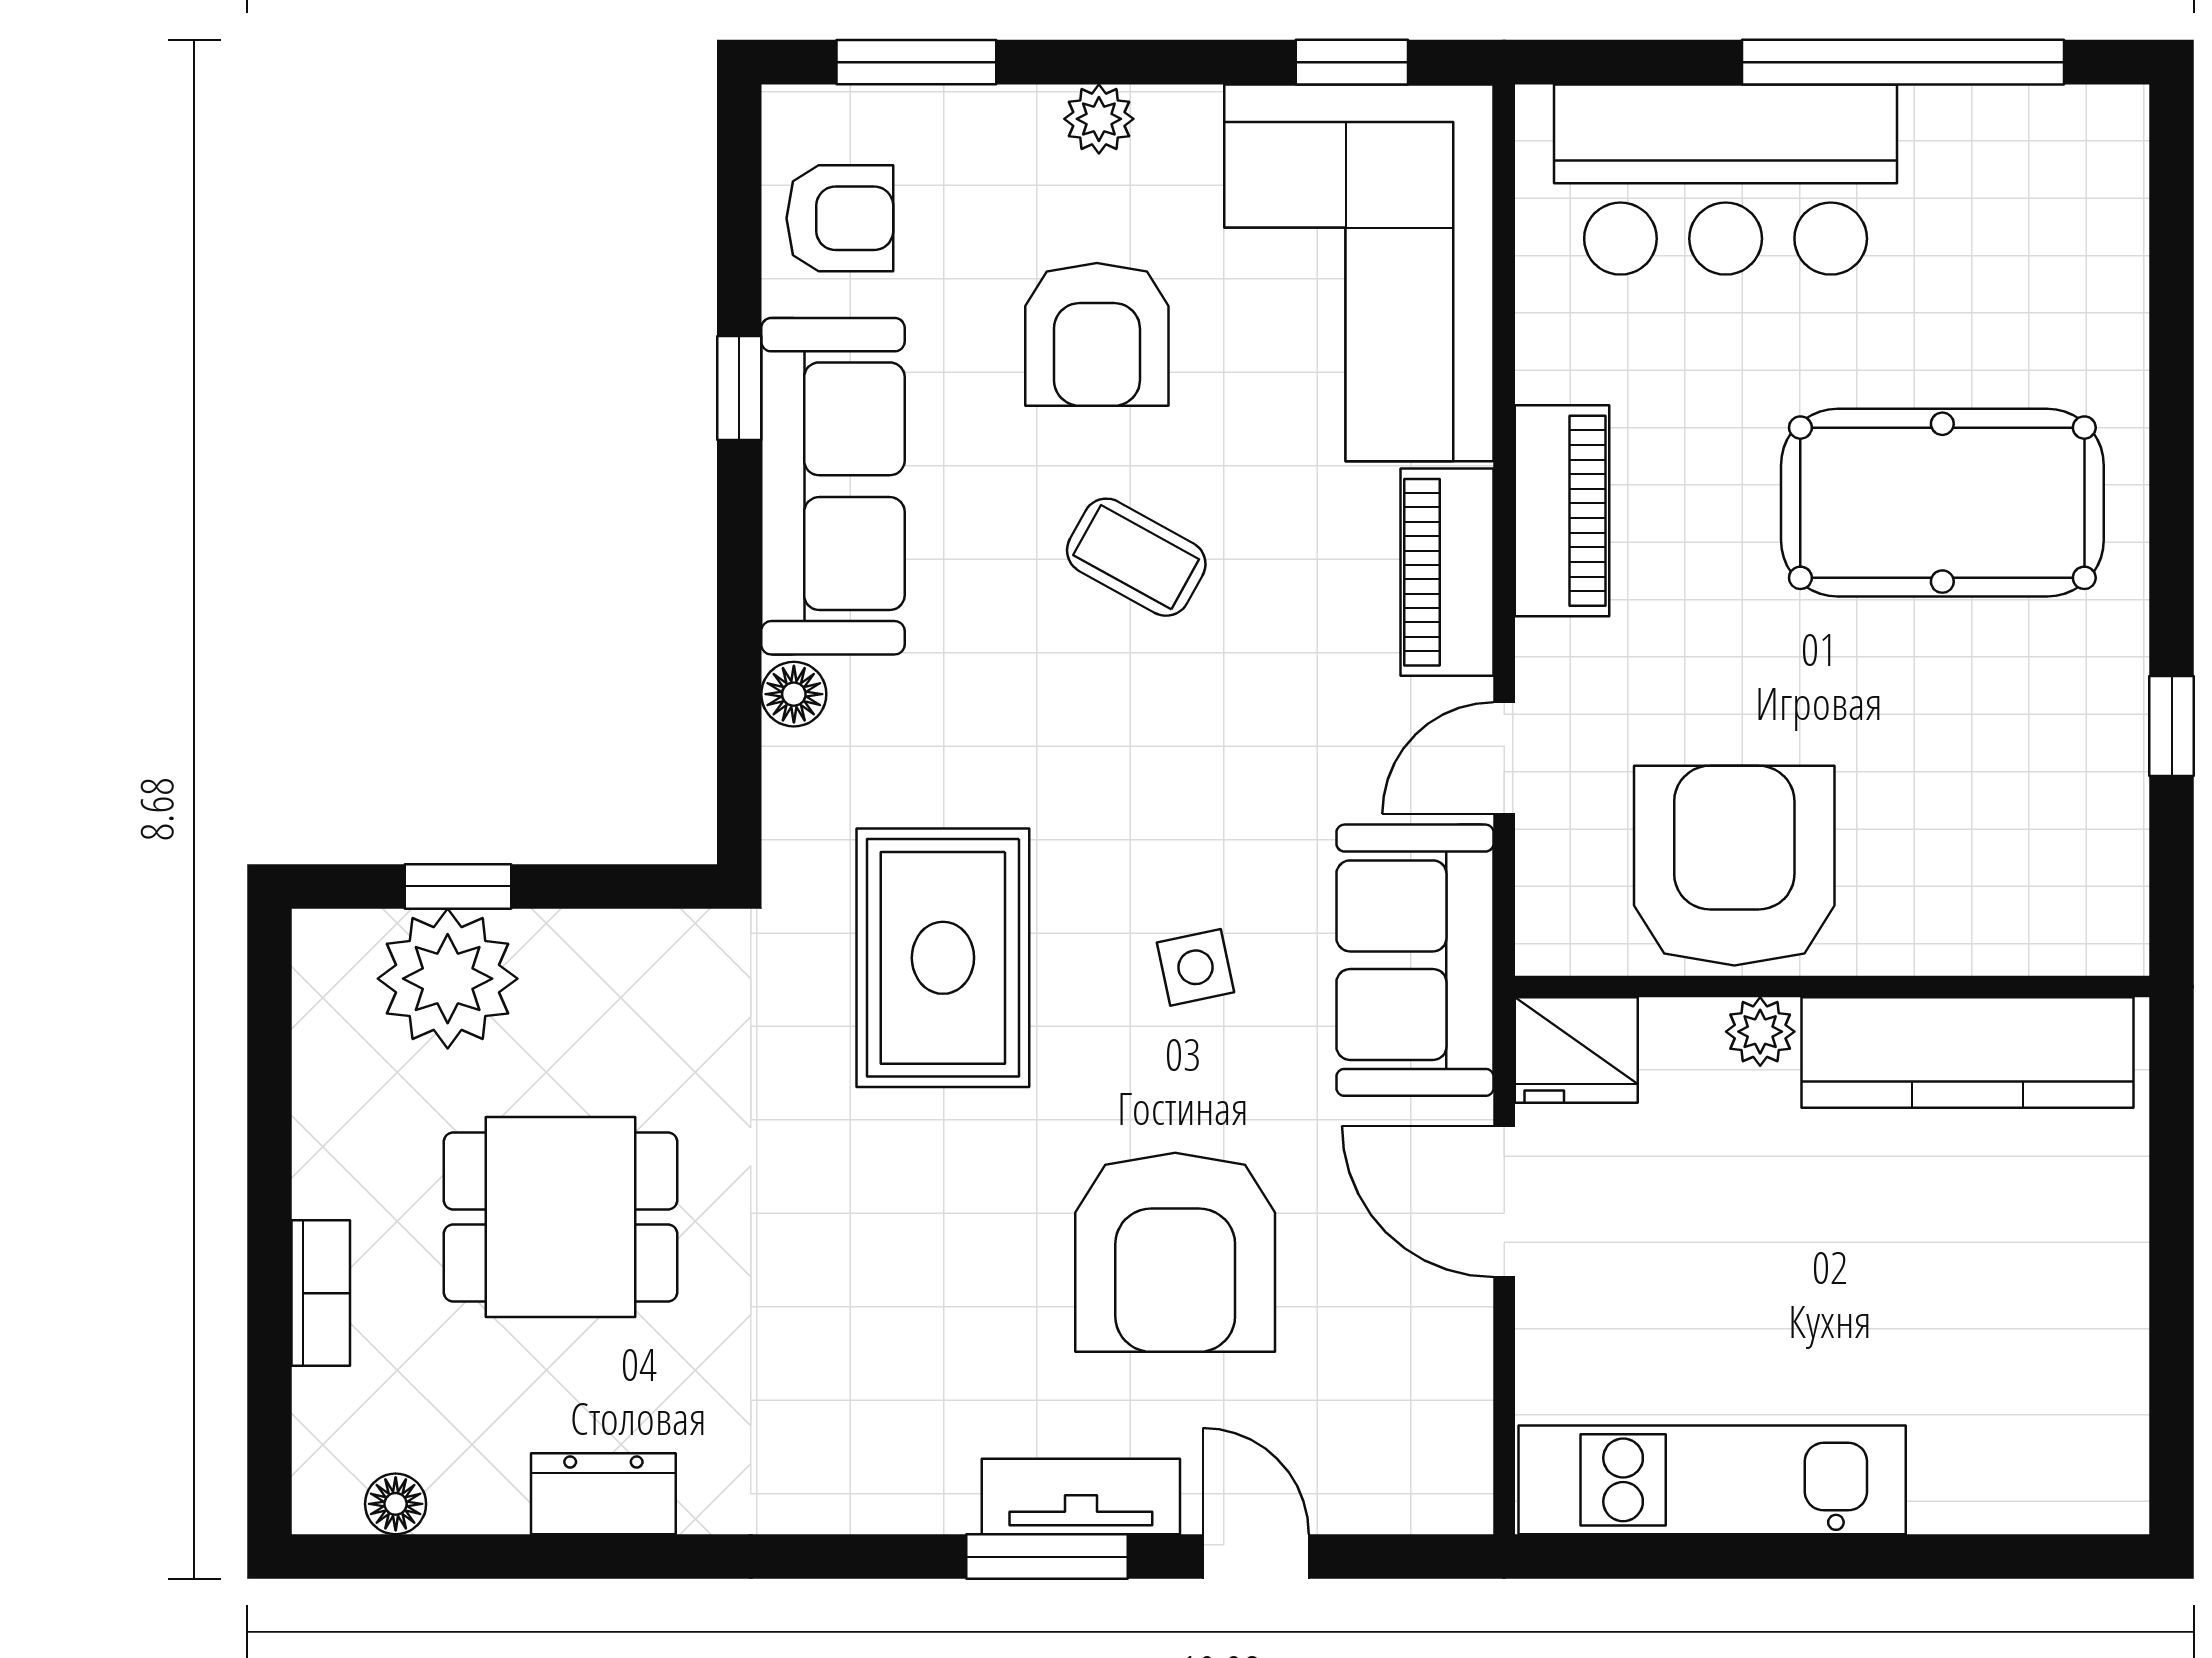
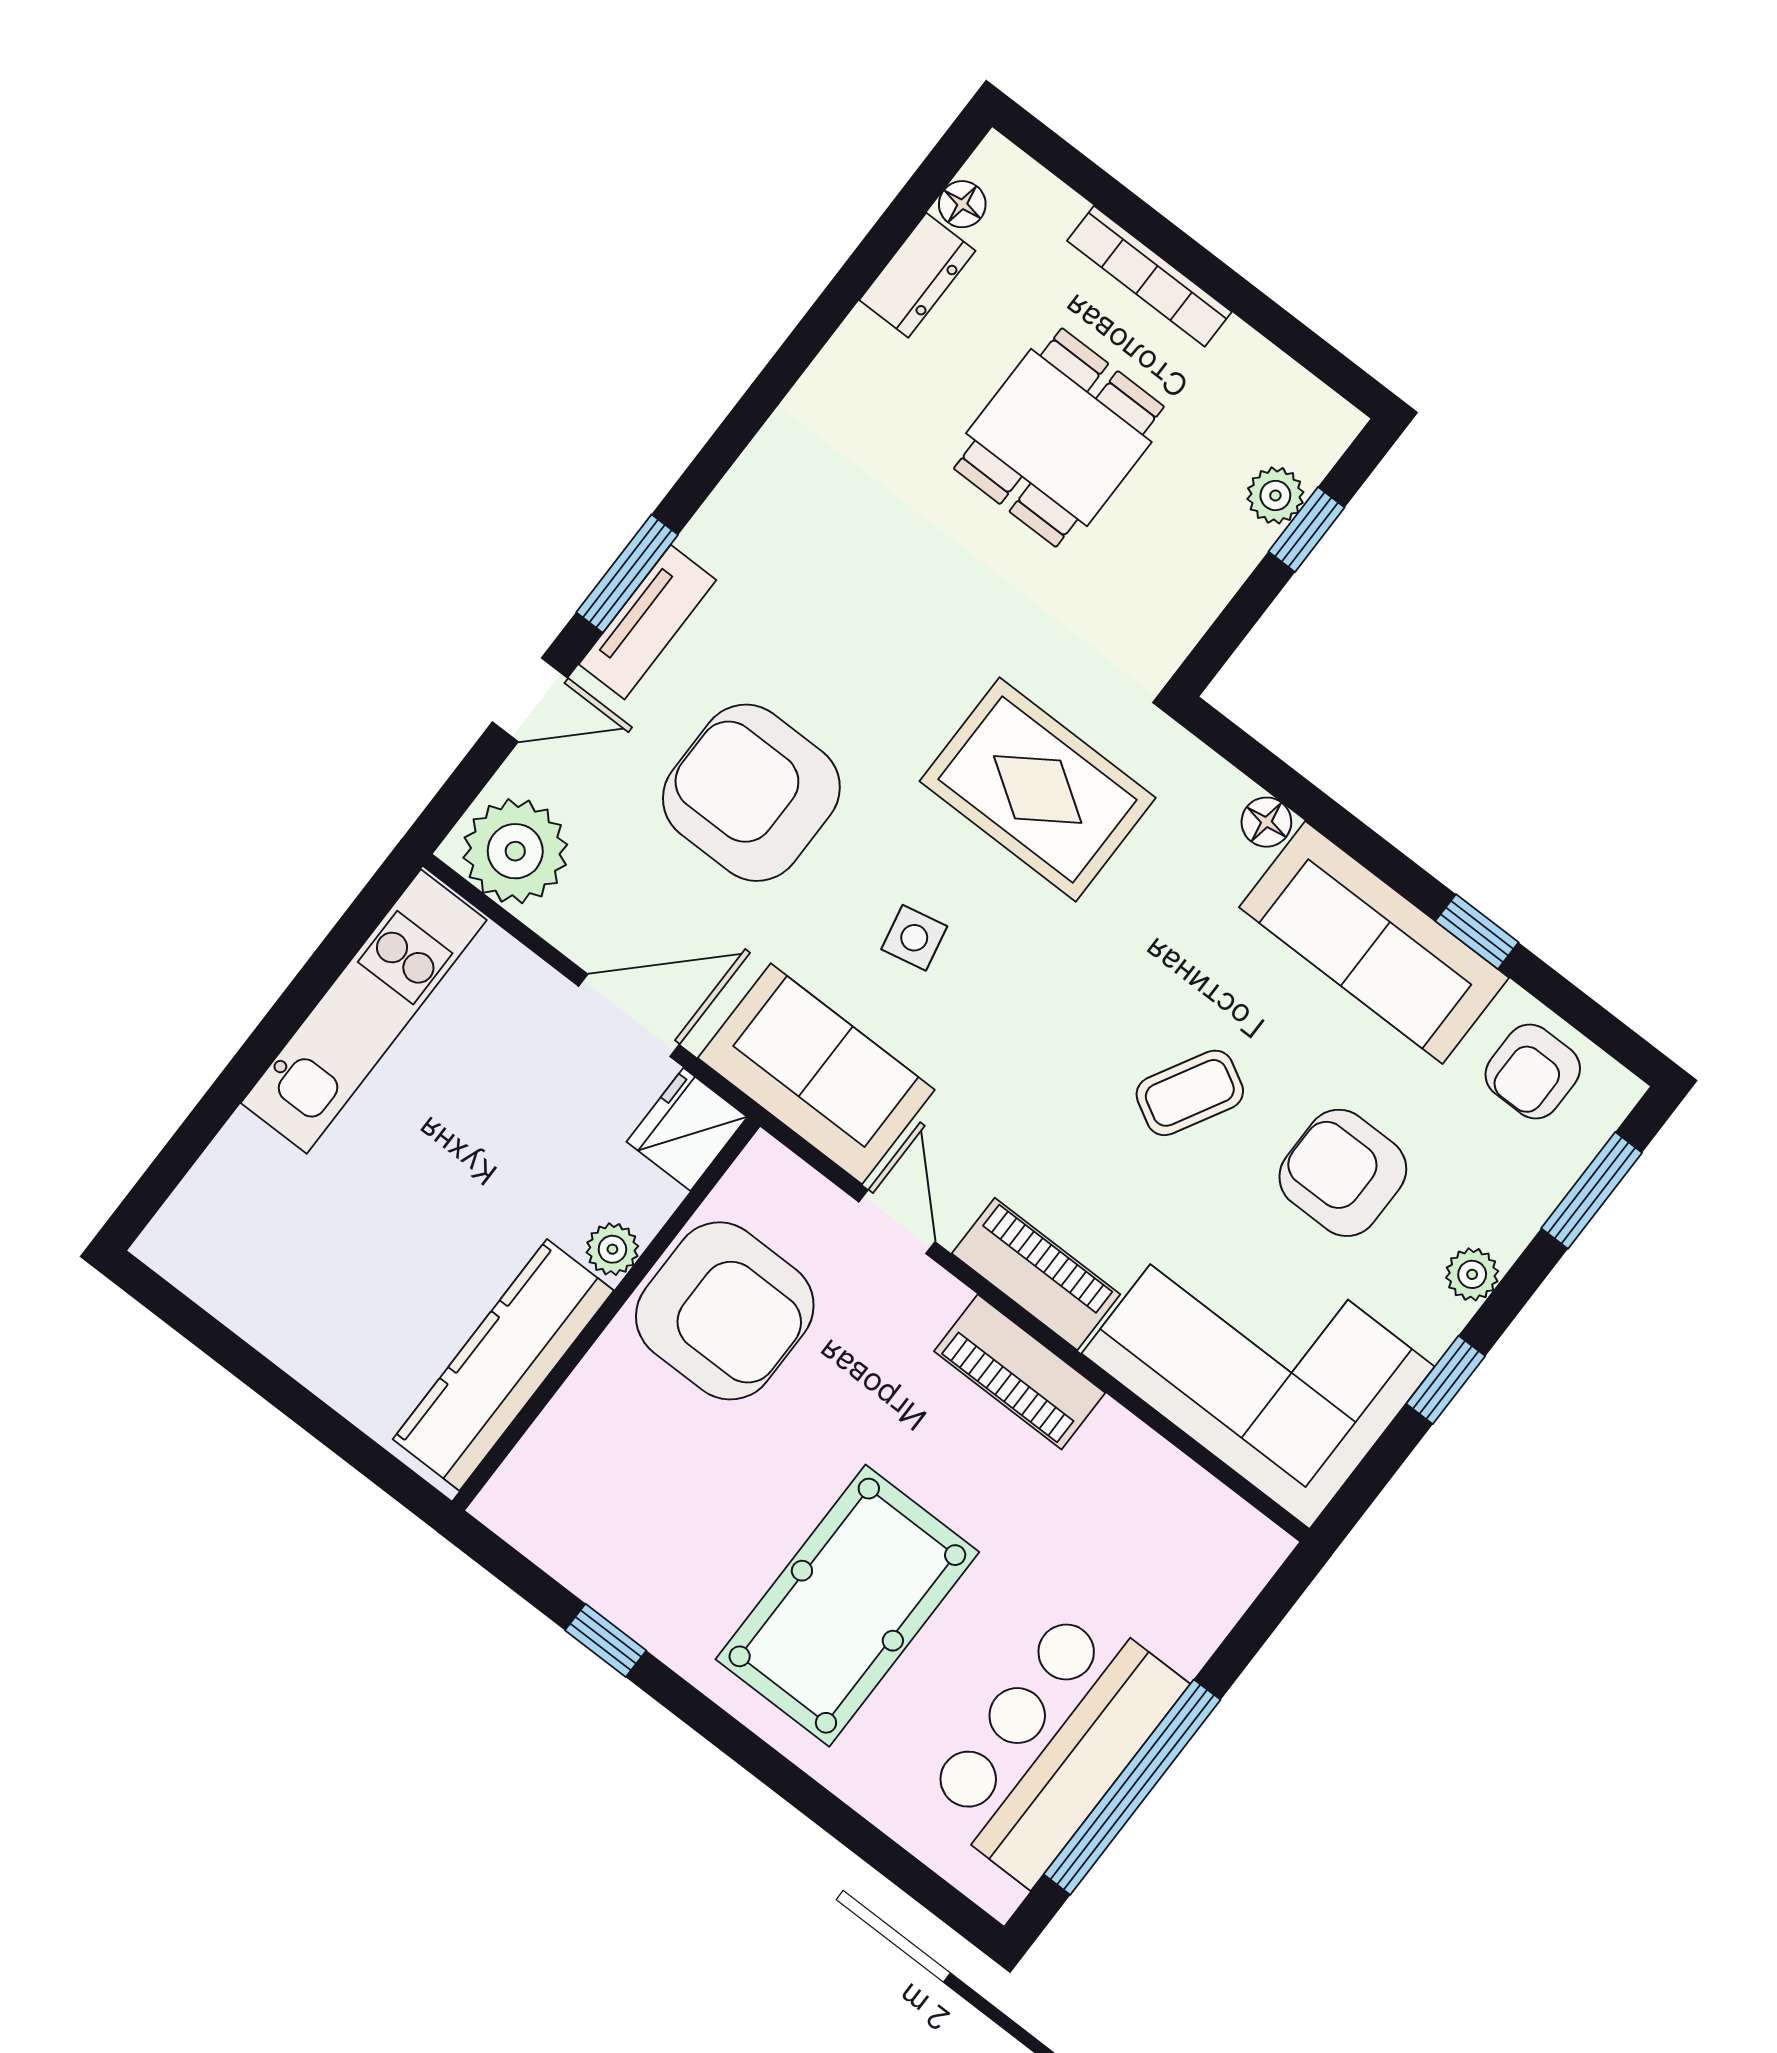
window: (1352, 62) -> (1446, 1380), moved
bar counter: (1726, 179) -> (1053, 1743), moved
plant: (448, 979) -> (1275, 495), width x0.53, depth x0.53
bookcase: (321, 1293) -> (1149, 276), width x1.56
plant: (1425, 1451) -> (515, 851), added
dresser: (603, 1494) -> (917, 275), moved

